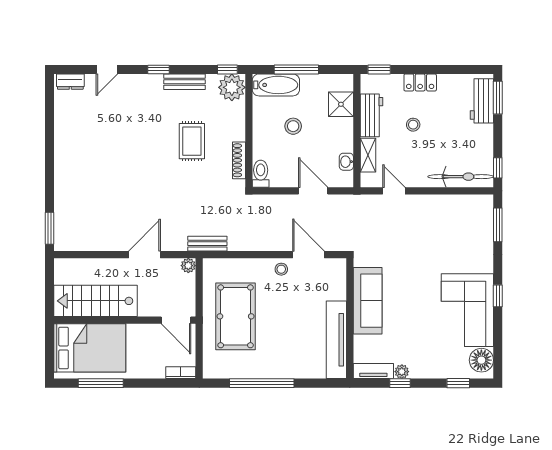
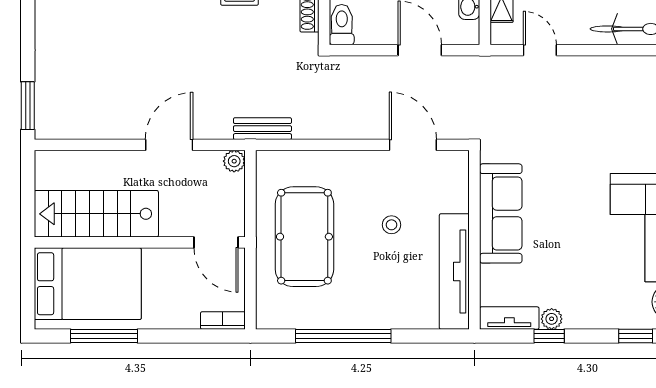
stool: (281, 269) -> (392, 225), moved

